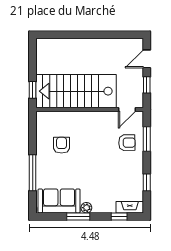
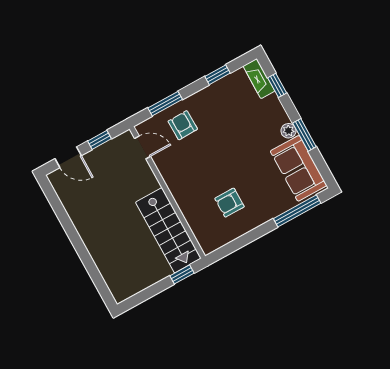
stairs: (76, 91) -> (168, 230), width x0.73, depth x0.66
window: (33, 173) -> (297, 211), moved

